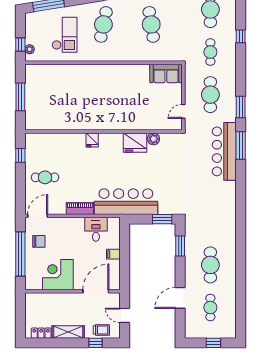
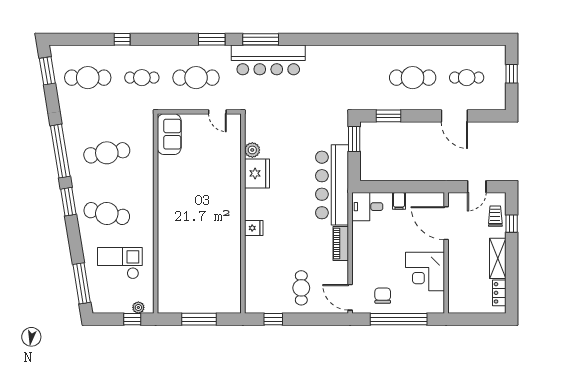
desk: (96, 229) -> (367, 207), moved

